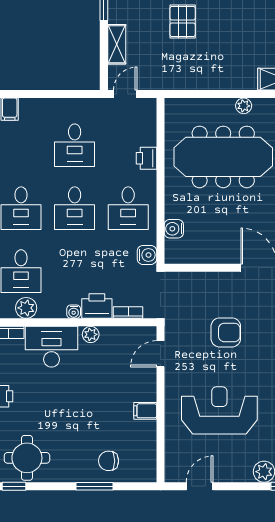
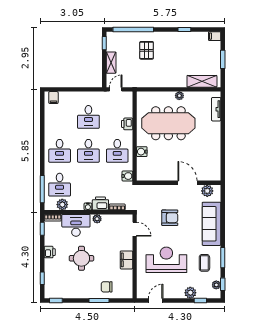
water cooler: (174, 229) -> (142, 152), moved
door: (160, 354) -> (135, 229), swing flipped
filing cabinet: (145, 411) -> (126, 260), width x2.00
round table: (27, 458) -> (81, 258), moved

